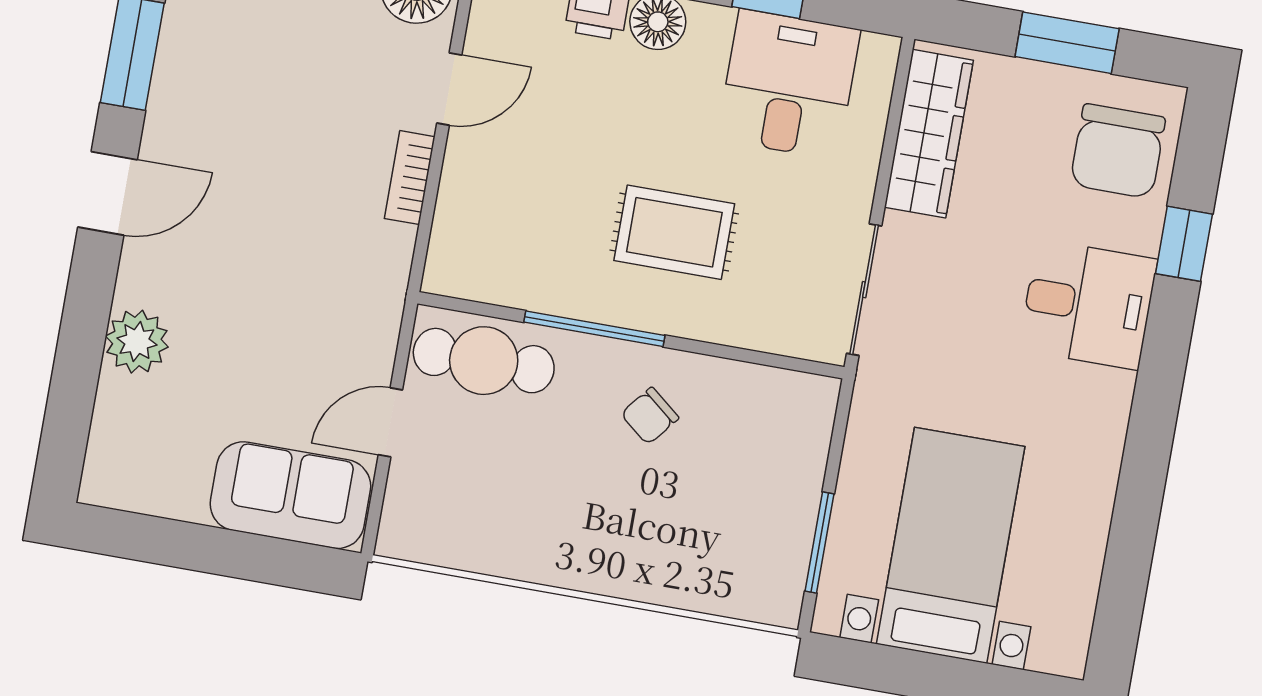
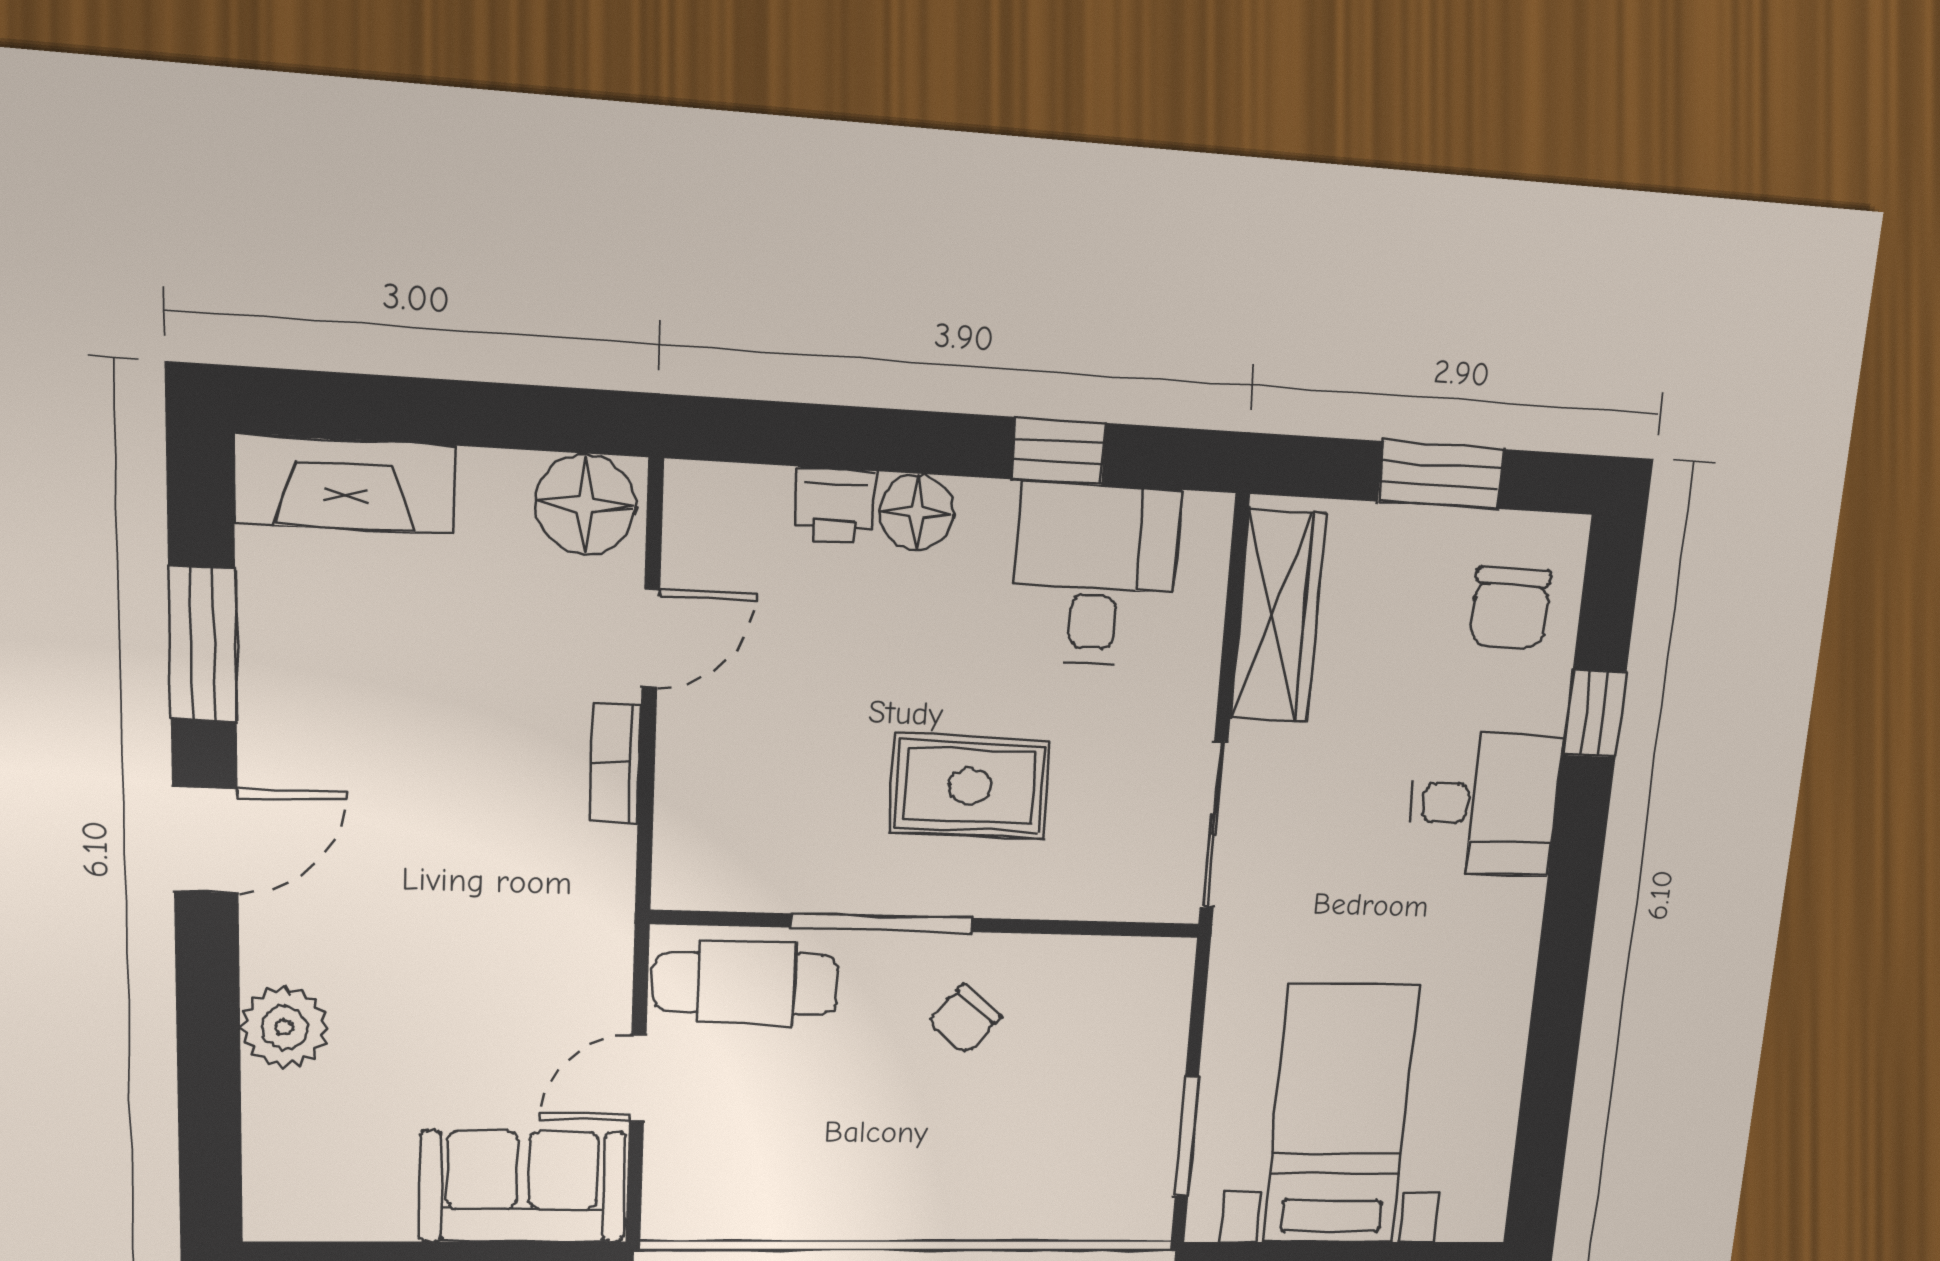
chair: (1118, 151) -> (1510, 608), width x0.73, depth x0.73

